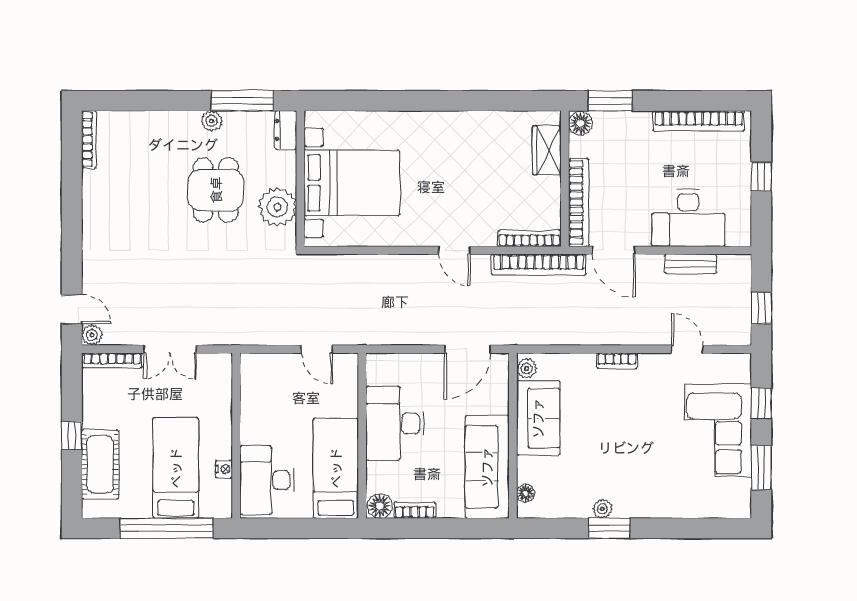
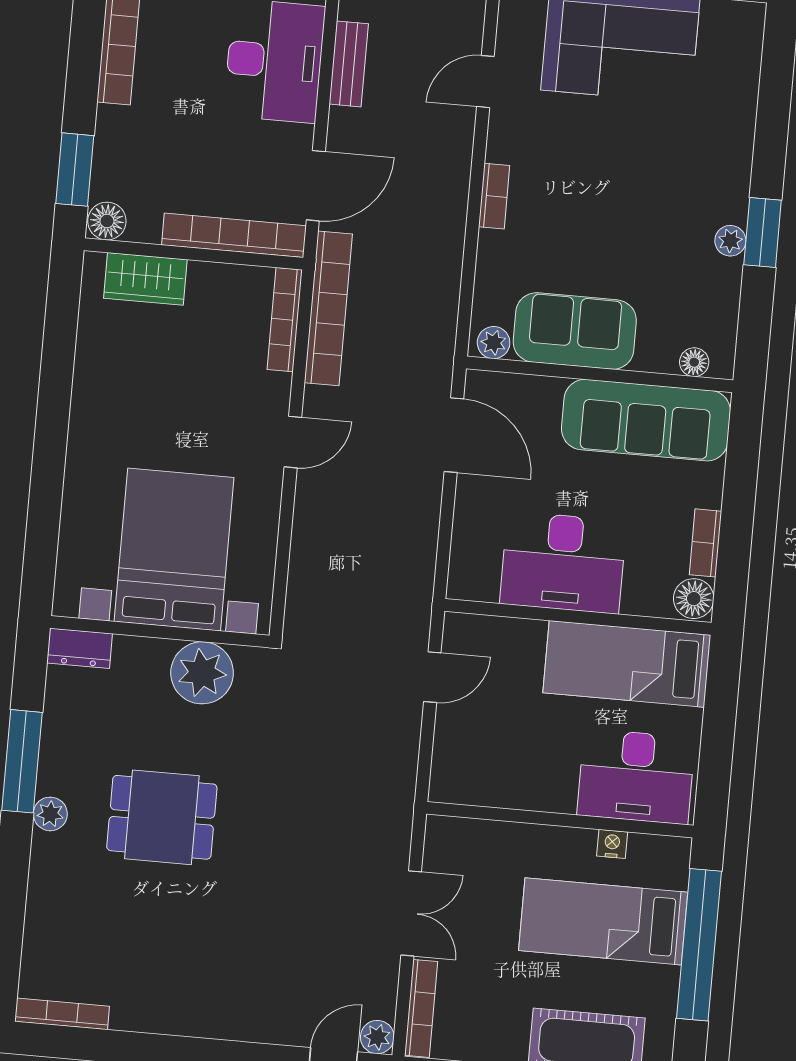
dresser: (286, 130) -> (80, 648), moved
wall: (300, 179) -> (160, 632), moved
bed with nightstands: (352, 183) -> (174, 549), moved
plant: (277, 207) -> (202, 673), moved

